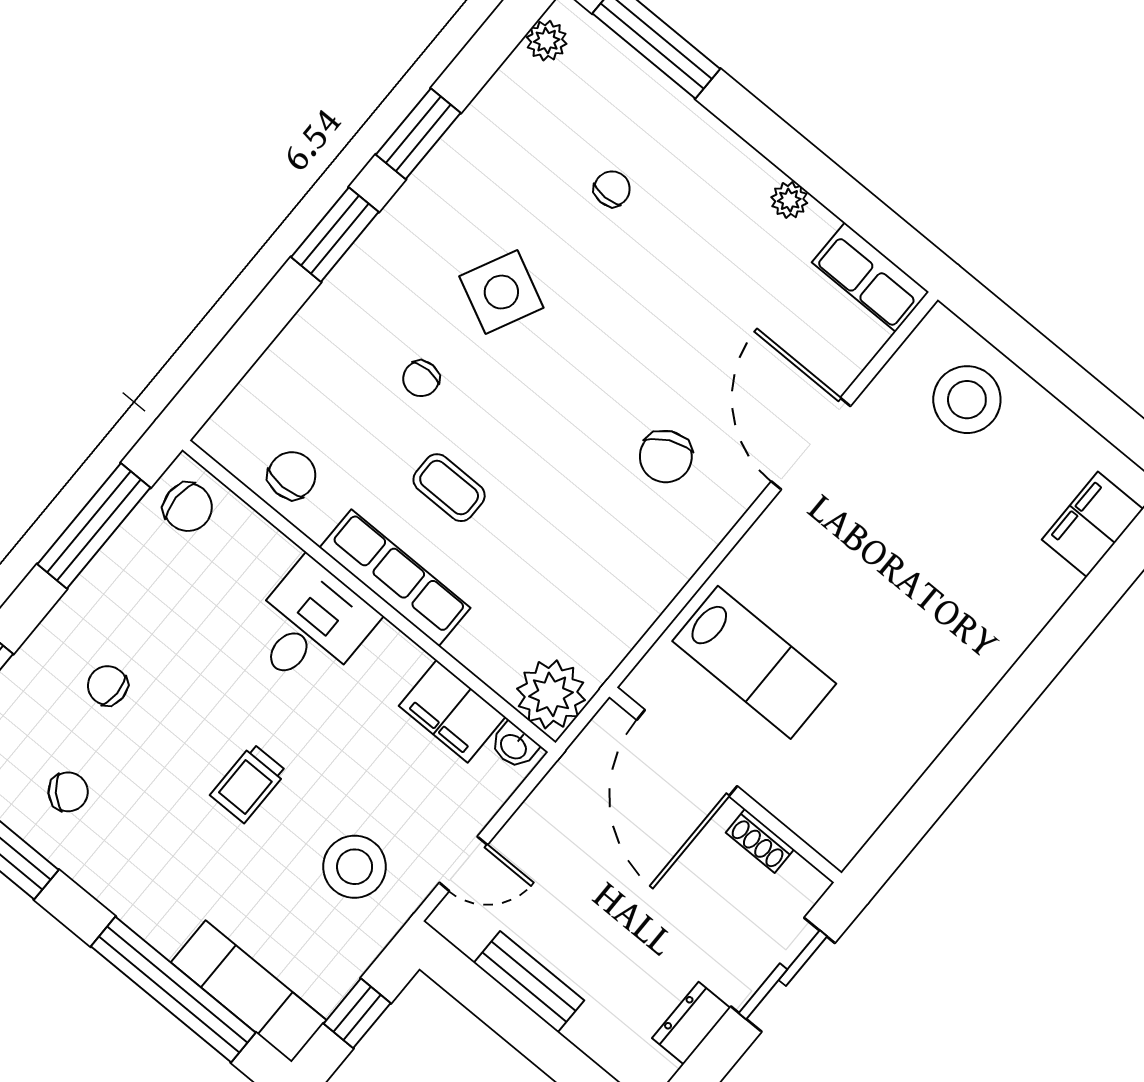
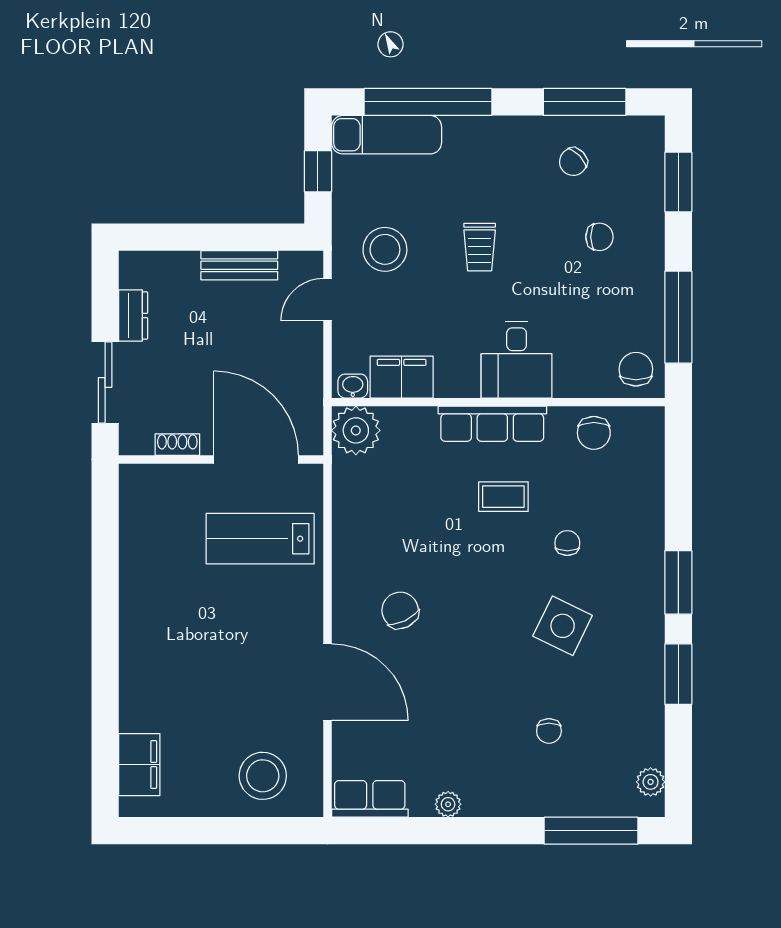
chair: (188, 507) -> (636, 369), turned 90
trolley: (248, 783) -> (480, 247), turned 180

